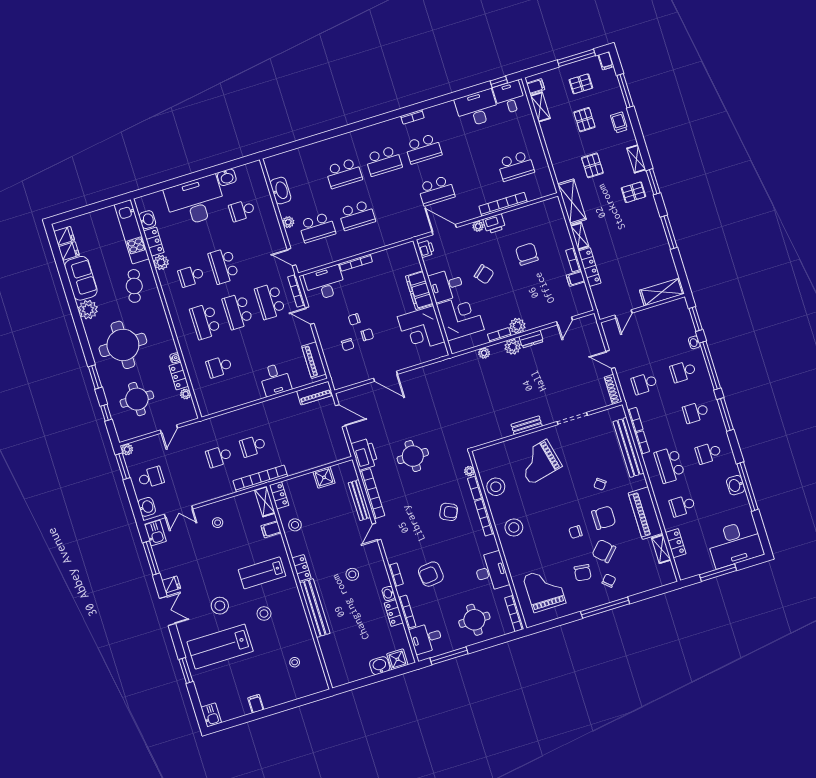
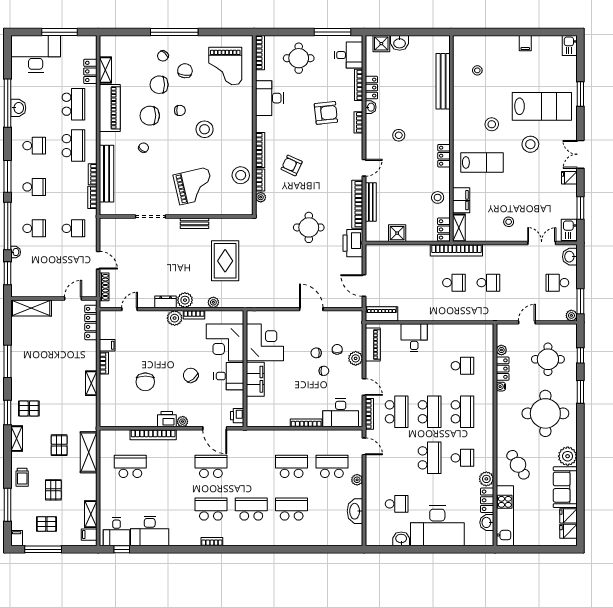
shelving: (572, 202) -> (89, 452), moved
locker: (590, 267) -> (91, 322), moved
cafe table: (134, 286) -> (518, 465), turned -47
plant: (327, 341) -> (356, 358), added
shoe rack: (613, 389) -> (104, 287), moved
rug: (485, 398) -> (225, 261), added
school desk: (682, 506) -> (73, 104), width x1.85
stool: (514, 527) -> (205, 129), moved
filing cabinet: (271, 529) -> (461, 200), width x2.00
chair: (604, 551) -> (159, 85), turned 136
window: (151, 558) -> (580, 208), width x0.69
bench: (315, 608) -> (443, 81), moved

